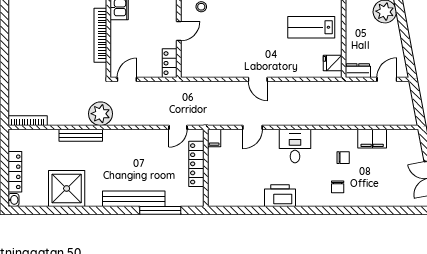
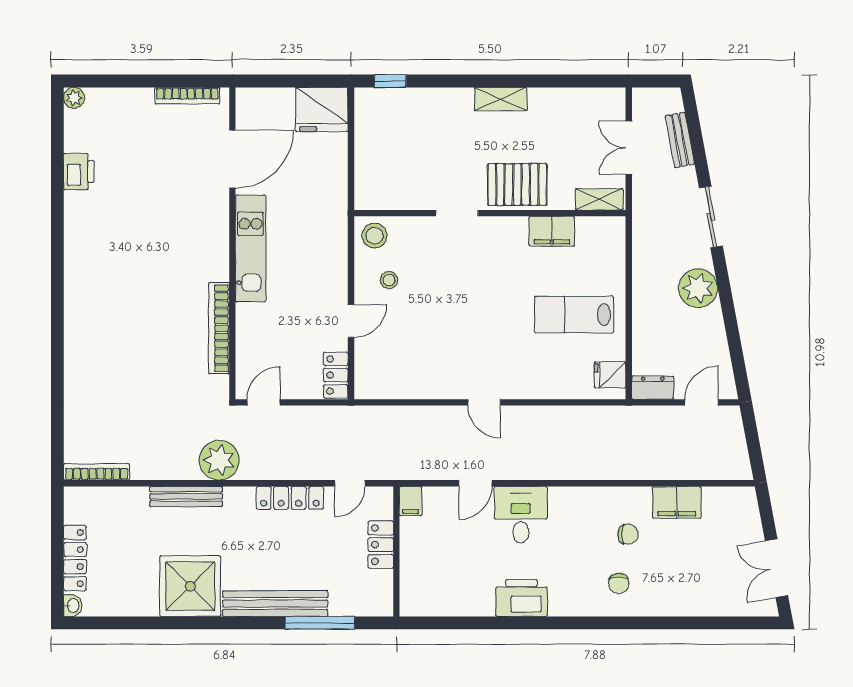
locker: (142, 136) -> (290, 498), added
desk: (295, 146) -> (521, 515), moved
locker: (196, 164) -> (381, 545), width x0.66
shower: (67, 188) -> (190, 586), moved

